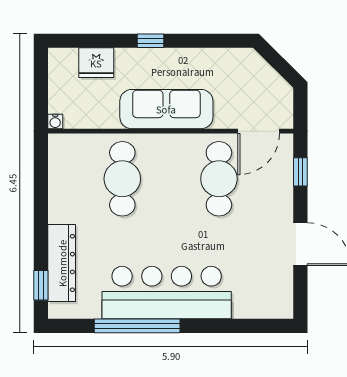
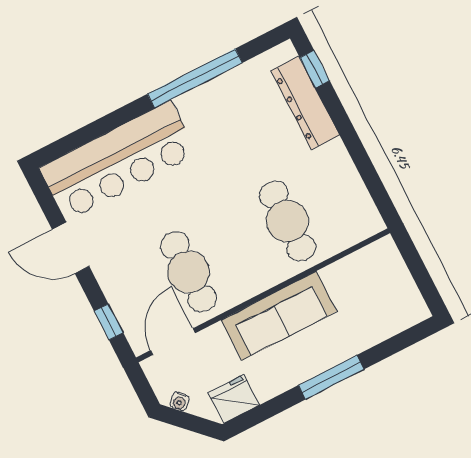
window: (151, 41) -> (331, 377), width x2.17
fridge: (96, 63) -> (234, 399), moved
water cooler: (55, 121) -> (180, 402), moved, turned -135
bar counter: (167, 293) -> (118, 161), moved

